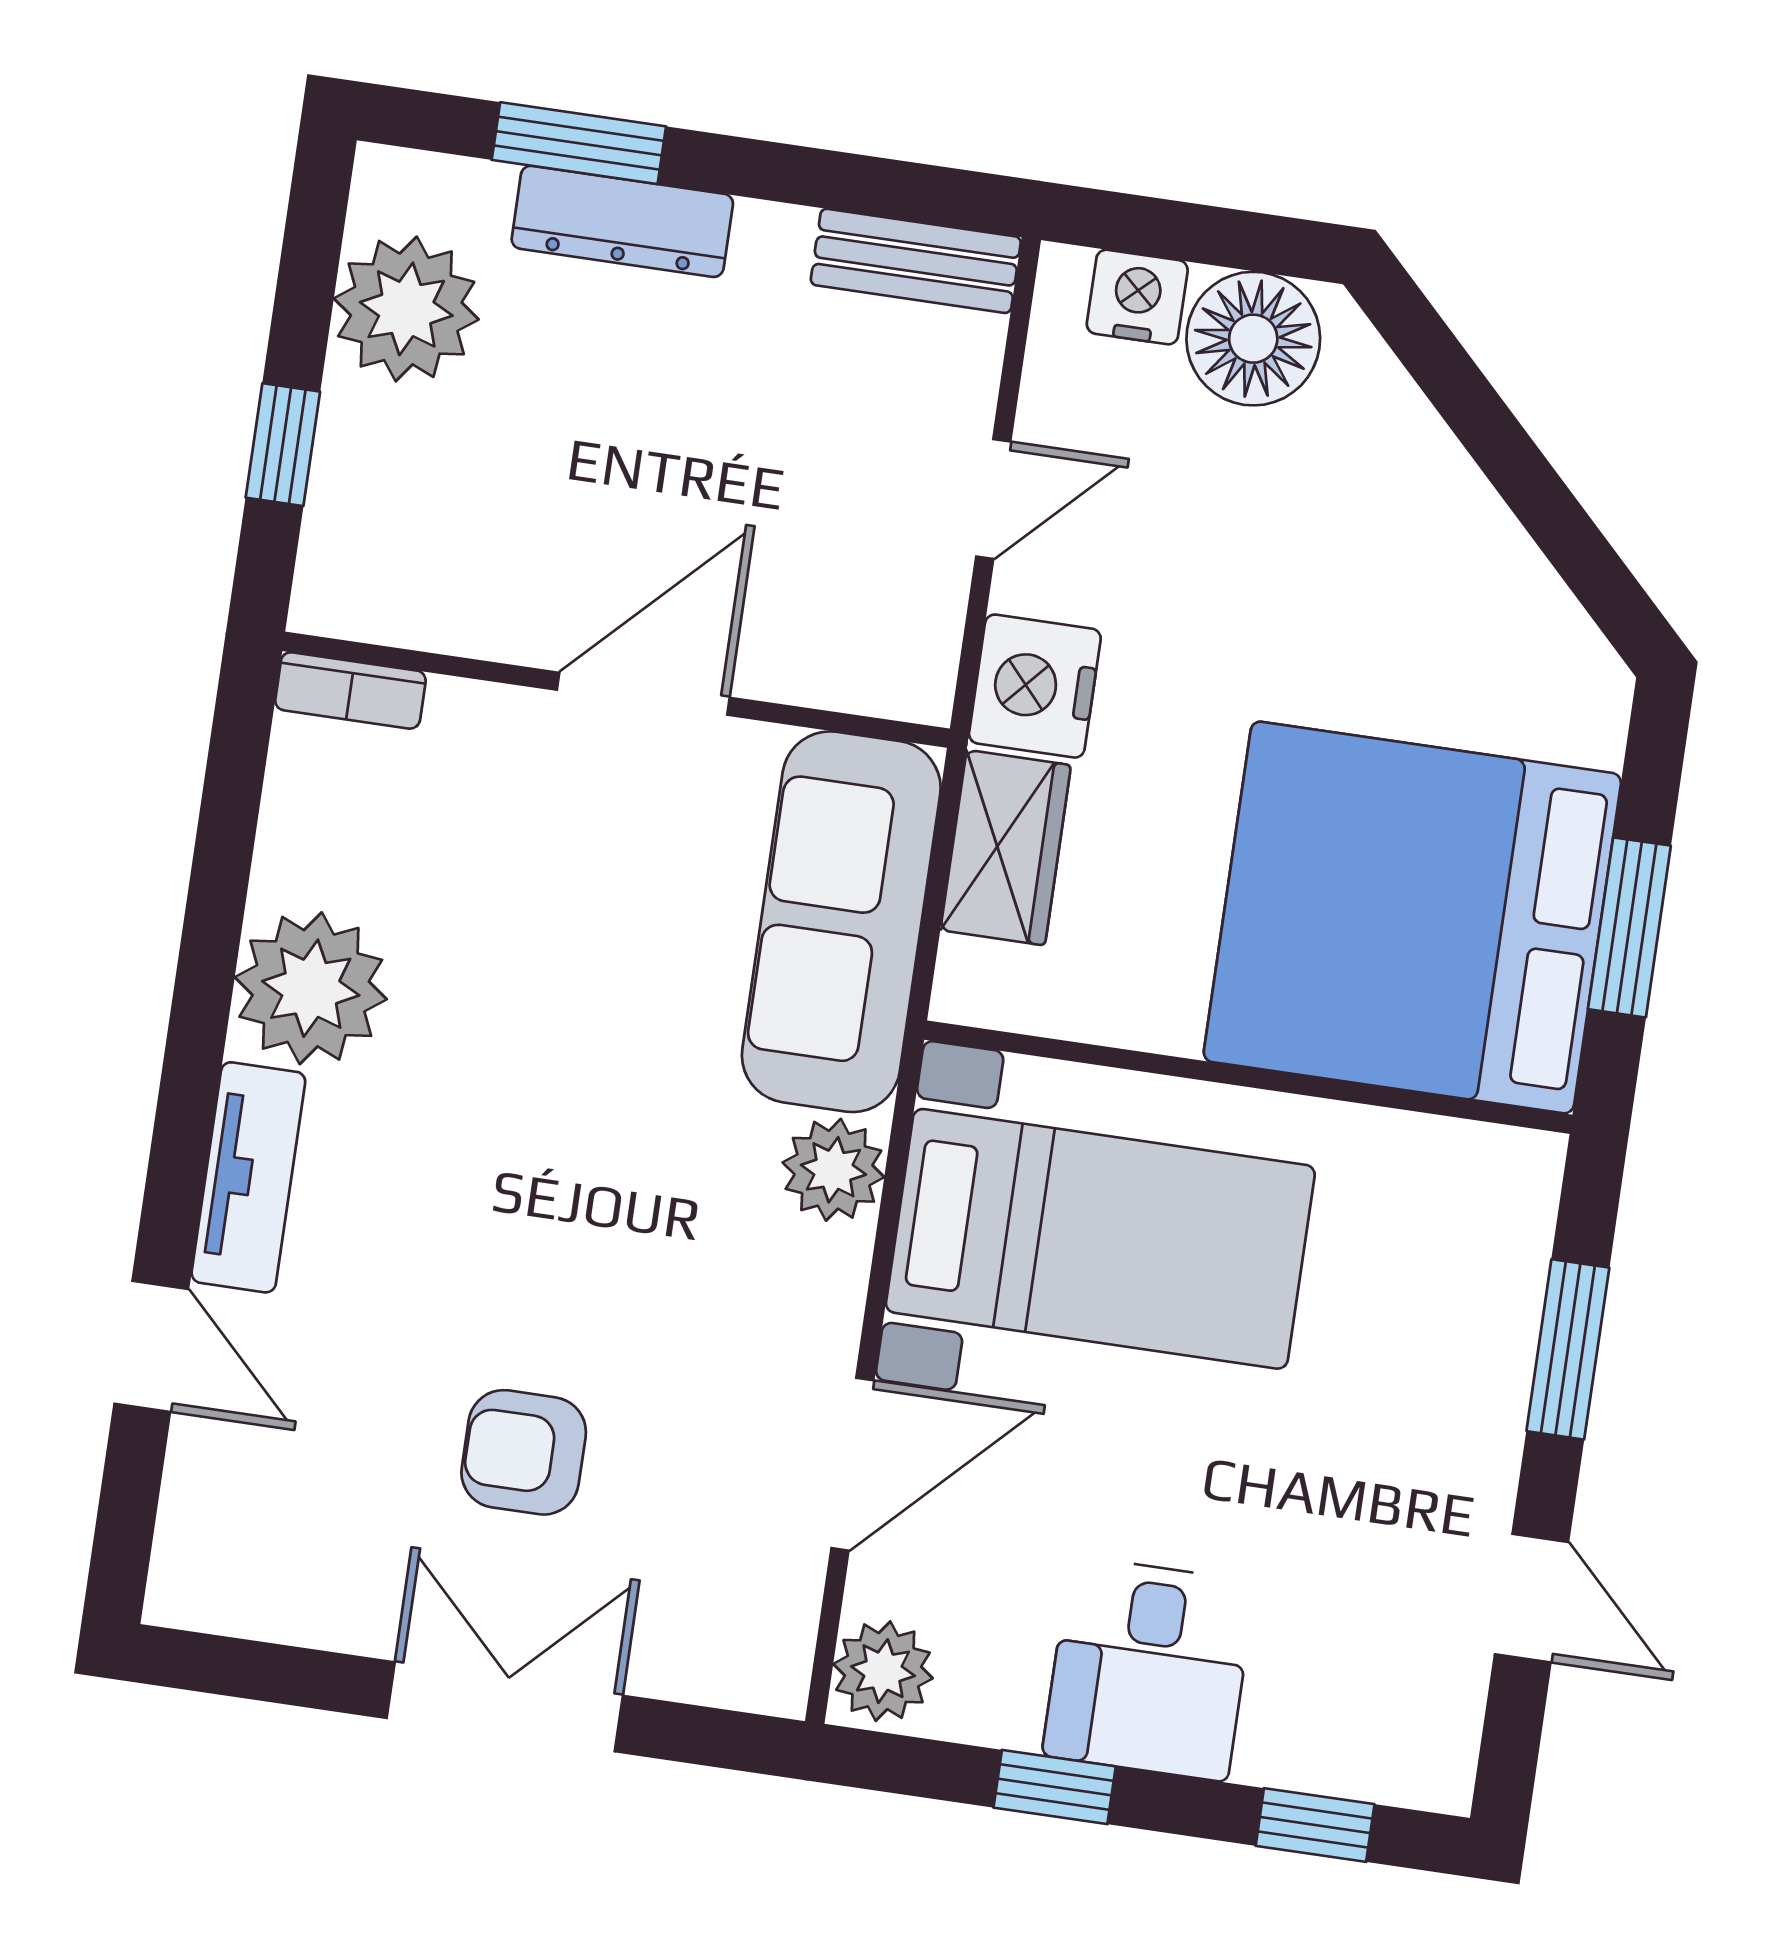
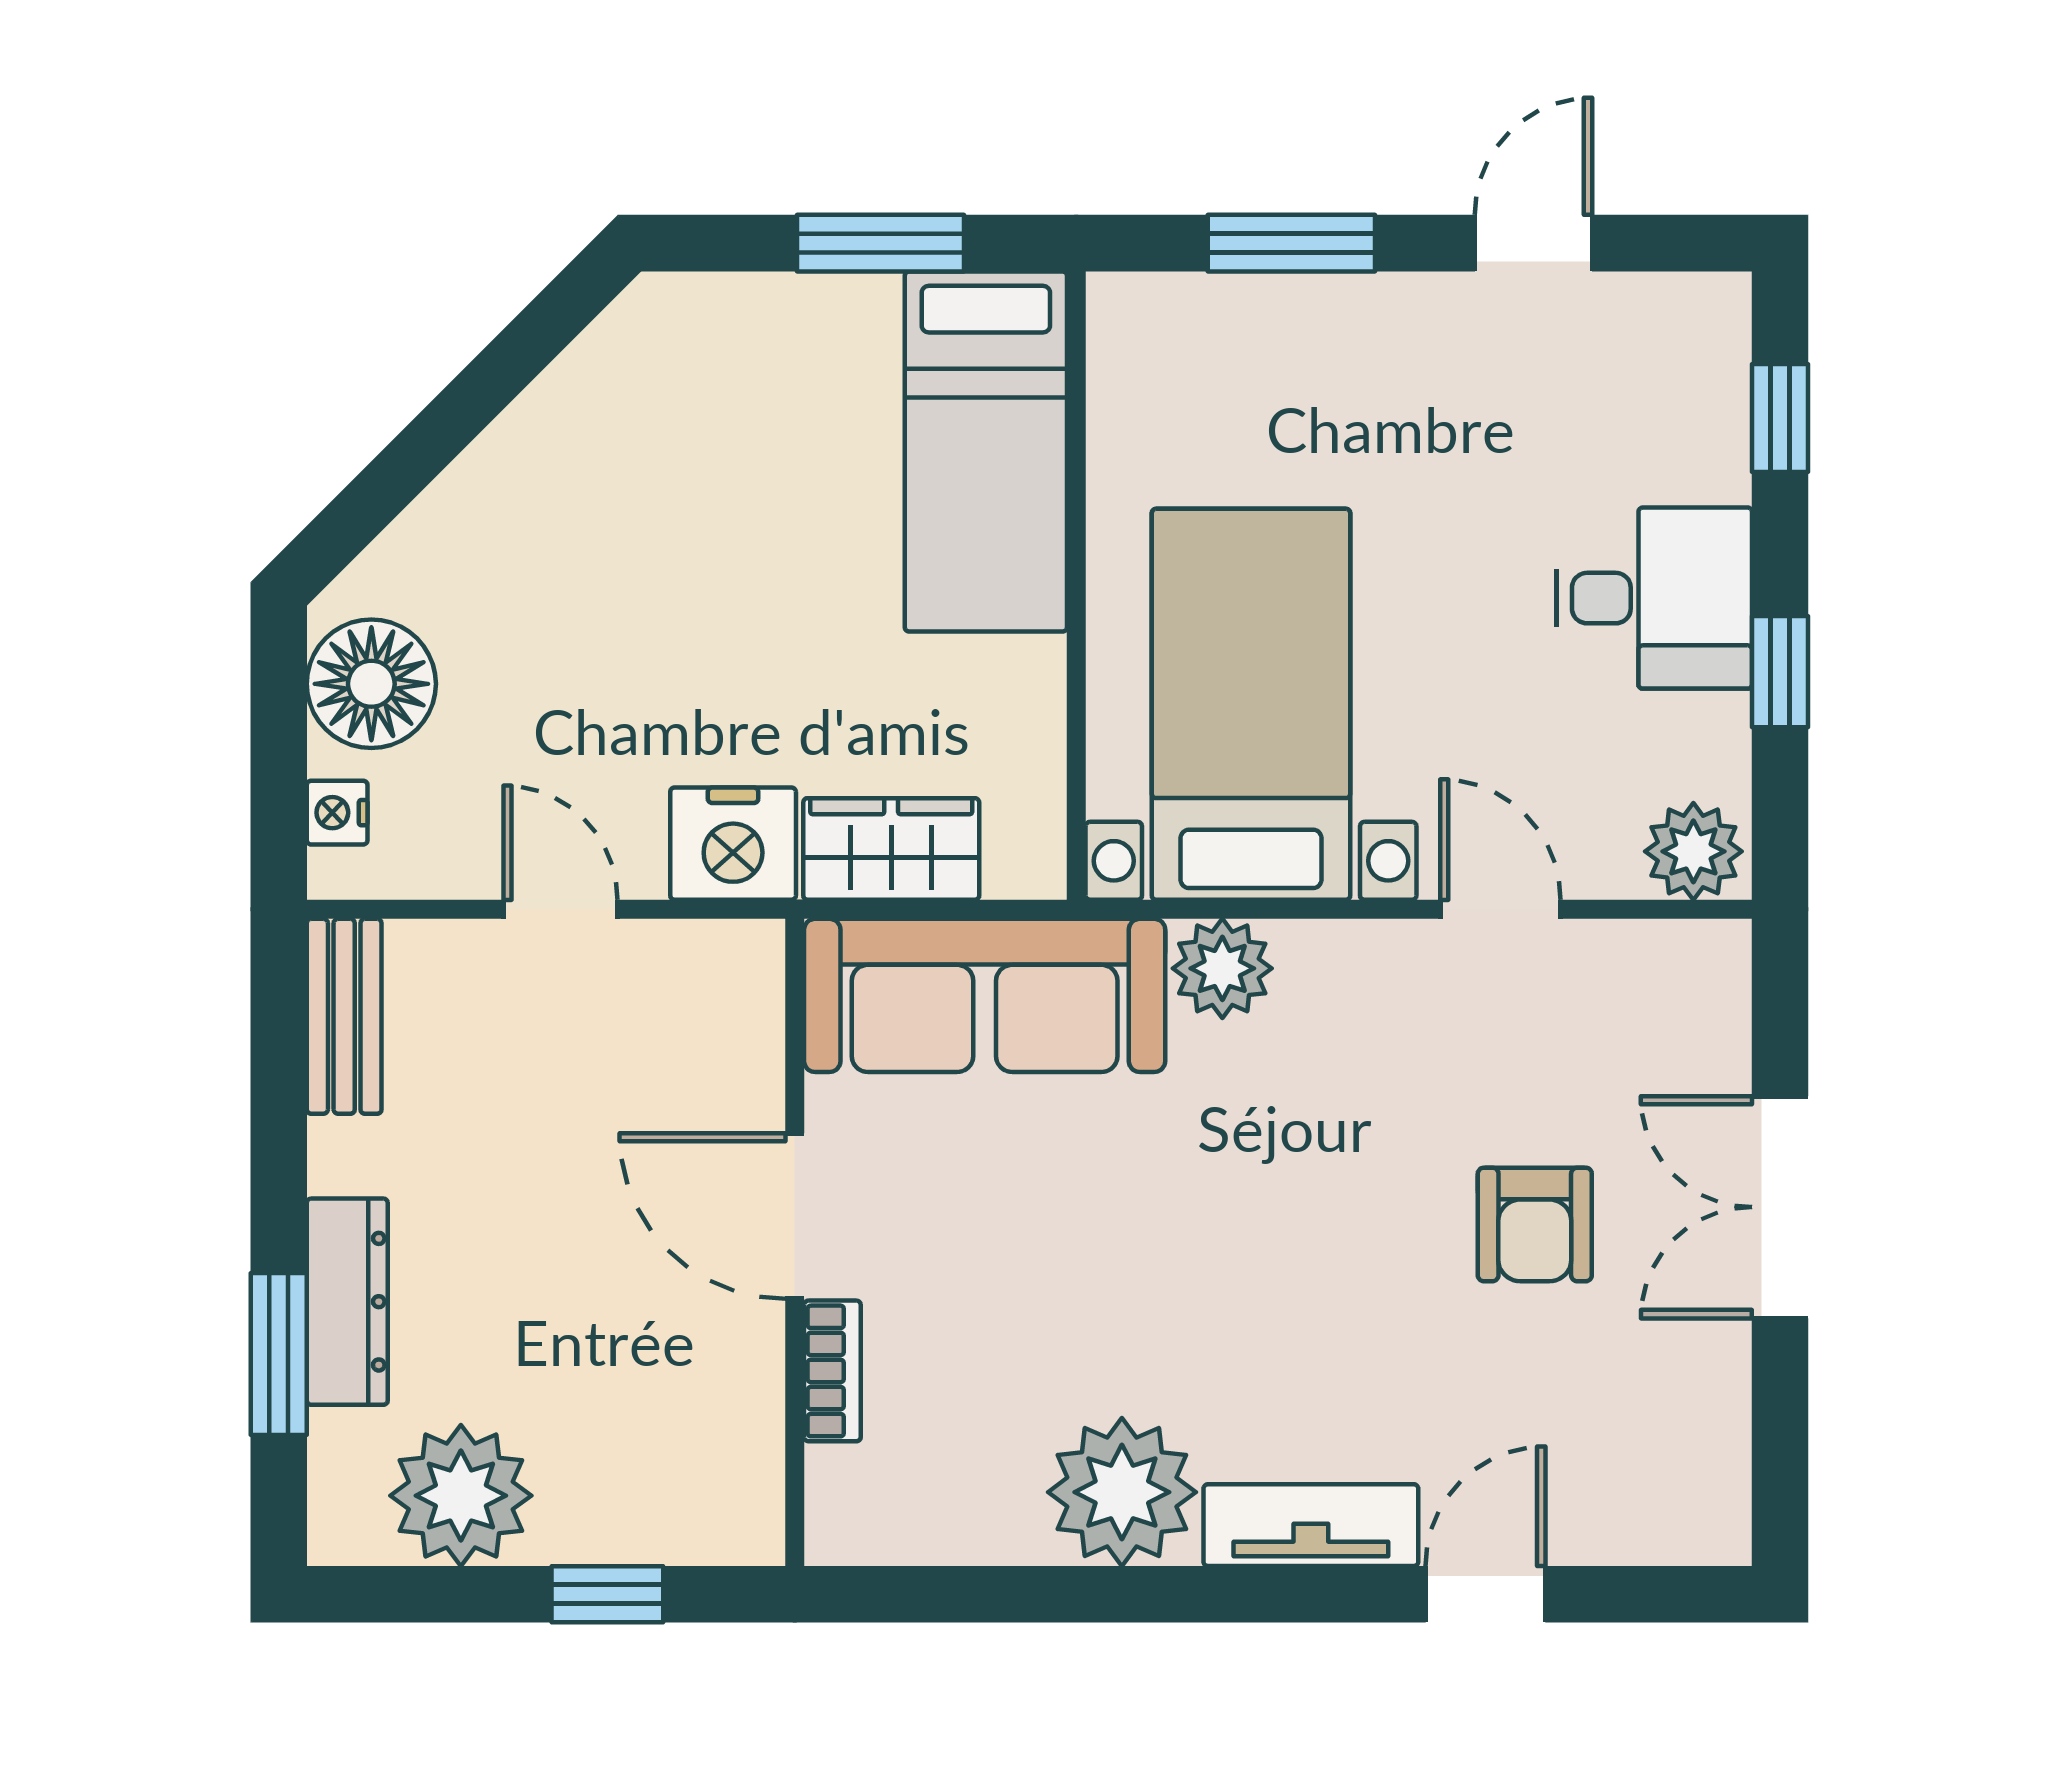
nightstand: (1137, 297) -> (337, 813), width x0.72, depth x0.74
bookcase: (350, 690) -> (832, 1371), moved
bed: (1412, 918) -> (986, 451), width x0.49
door: (852, 1464) -> (1500, 909), width x0.73

